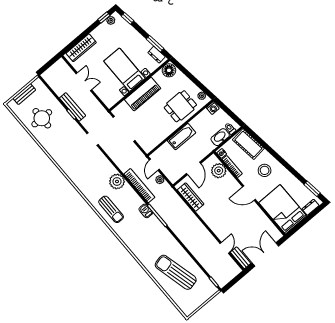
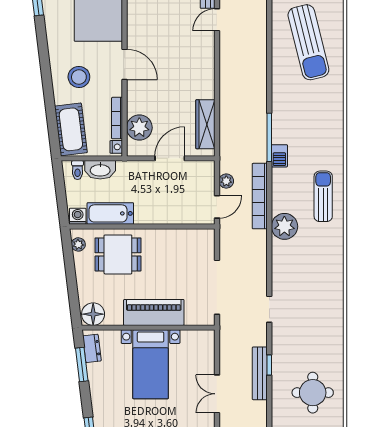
bathtub: (182, 137) -> (110, 213), moved

